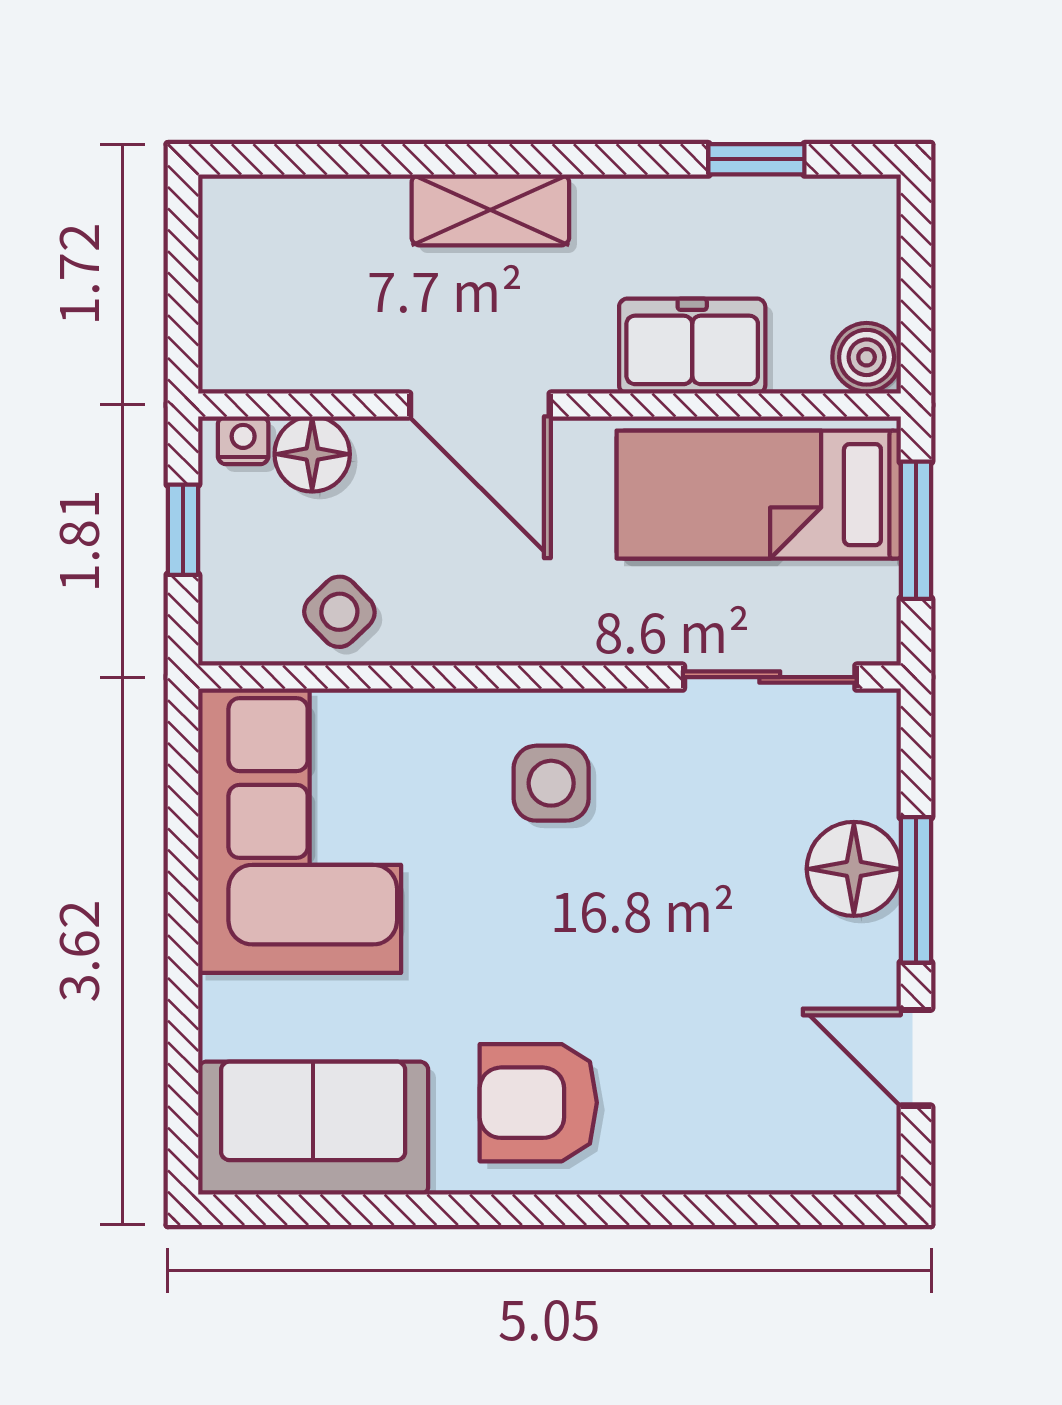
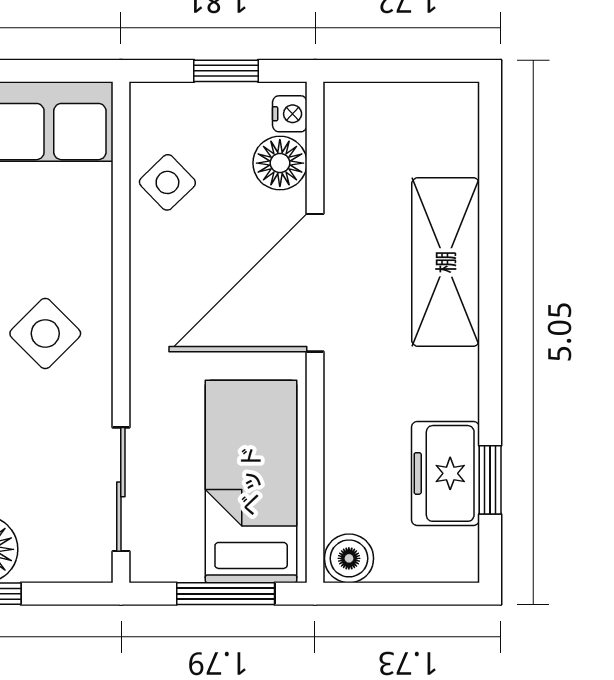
shelving: (490, 210) -> (446, 262), width x1.50, depth x1.33
freezer: (692, 346) -> (445, 473), moved, turned 180
door: (480, 405) -> (315, 283), width x1.36
side table: (551, 783) -> (45, 333), turned 45

